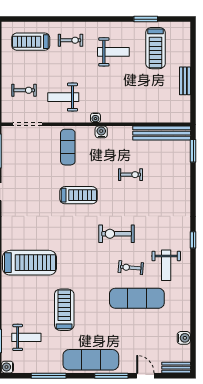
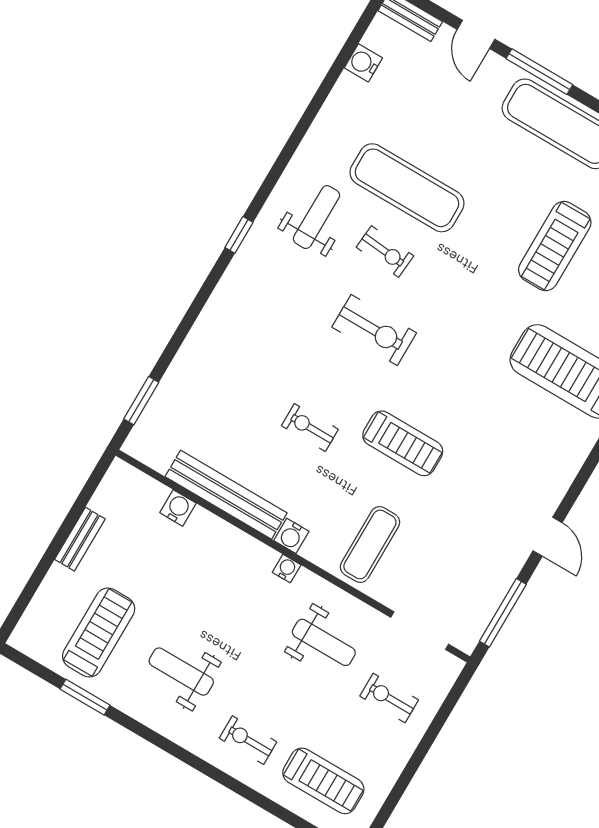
water cooler: (153, 116) -> (178, 508), added
bench: (162, 133) -> (226, 495), moved
exercise bike: (131, 175) -> (310, 427), moved
treadmill: (79, 195) -> (403, 443), turned 180

